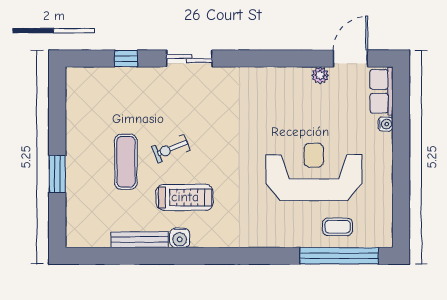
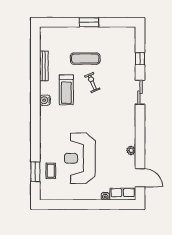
plant: (320, 75) -> (131, 150), moved
reception desk: (314, 172) -> (80, 158), turned 180
window: (57, 174) -> (89, 22), moved
water cooler: (180, 238) -> (45, 100), moved
window: (339, 256) -> (35, 172), width x0.47

